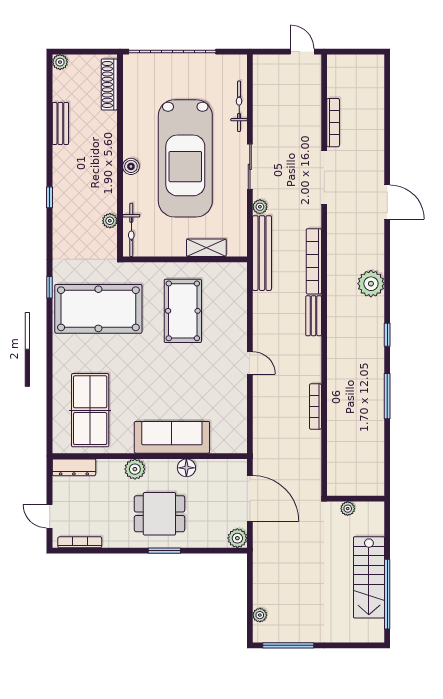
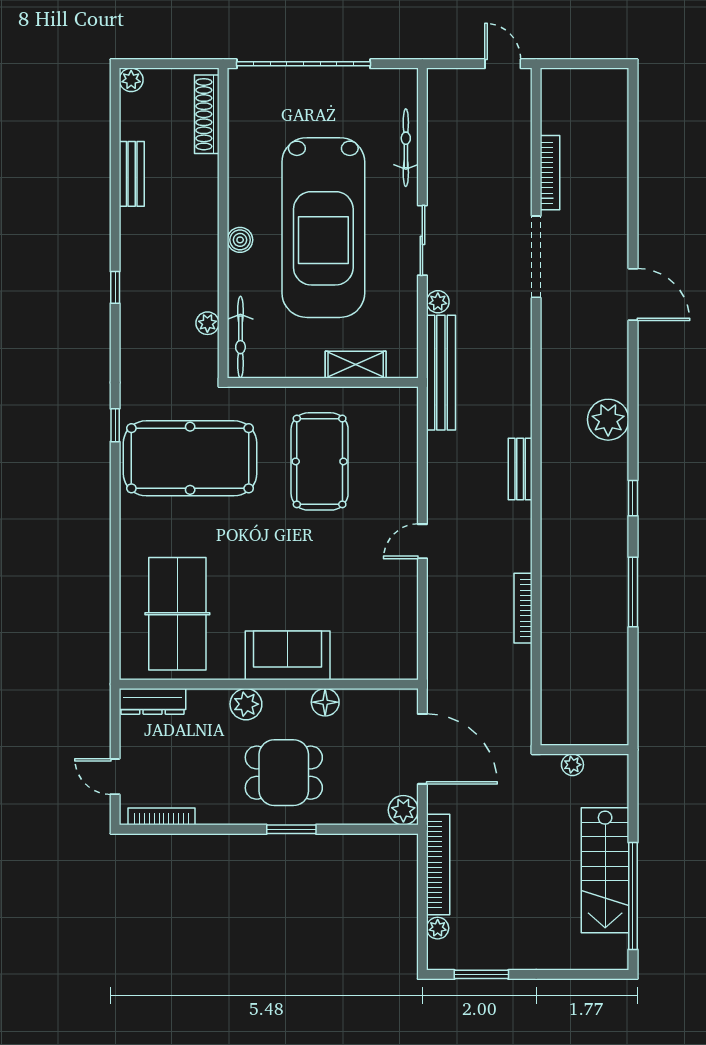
bookcase: (314, 261) -> (438, 865), moved, turned 180
door: (250, 363) -> (422, 541), swing flipped
sofa: (172, 437) -> (288, 655), width x0.73
window: (288, 645) -> (481, 974), width x0.69

